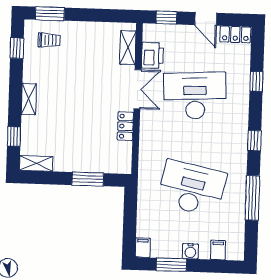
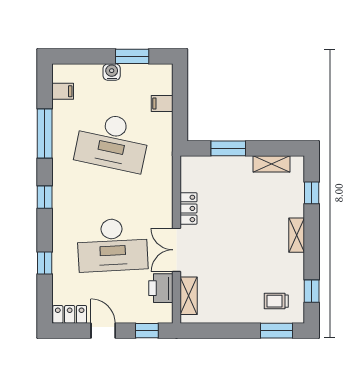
shelving: (36, 163) -> (271, 164), moved
filing cabinet: (143, 248) -> (162, 103), moved, turned 90
filing cabinet: (218, 250) -> (63, 91), moved, turned -90

